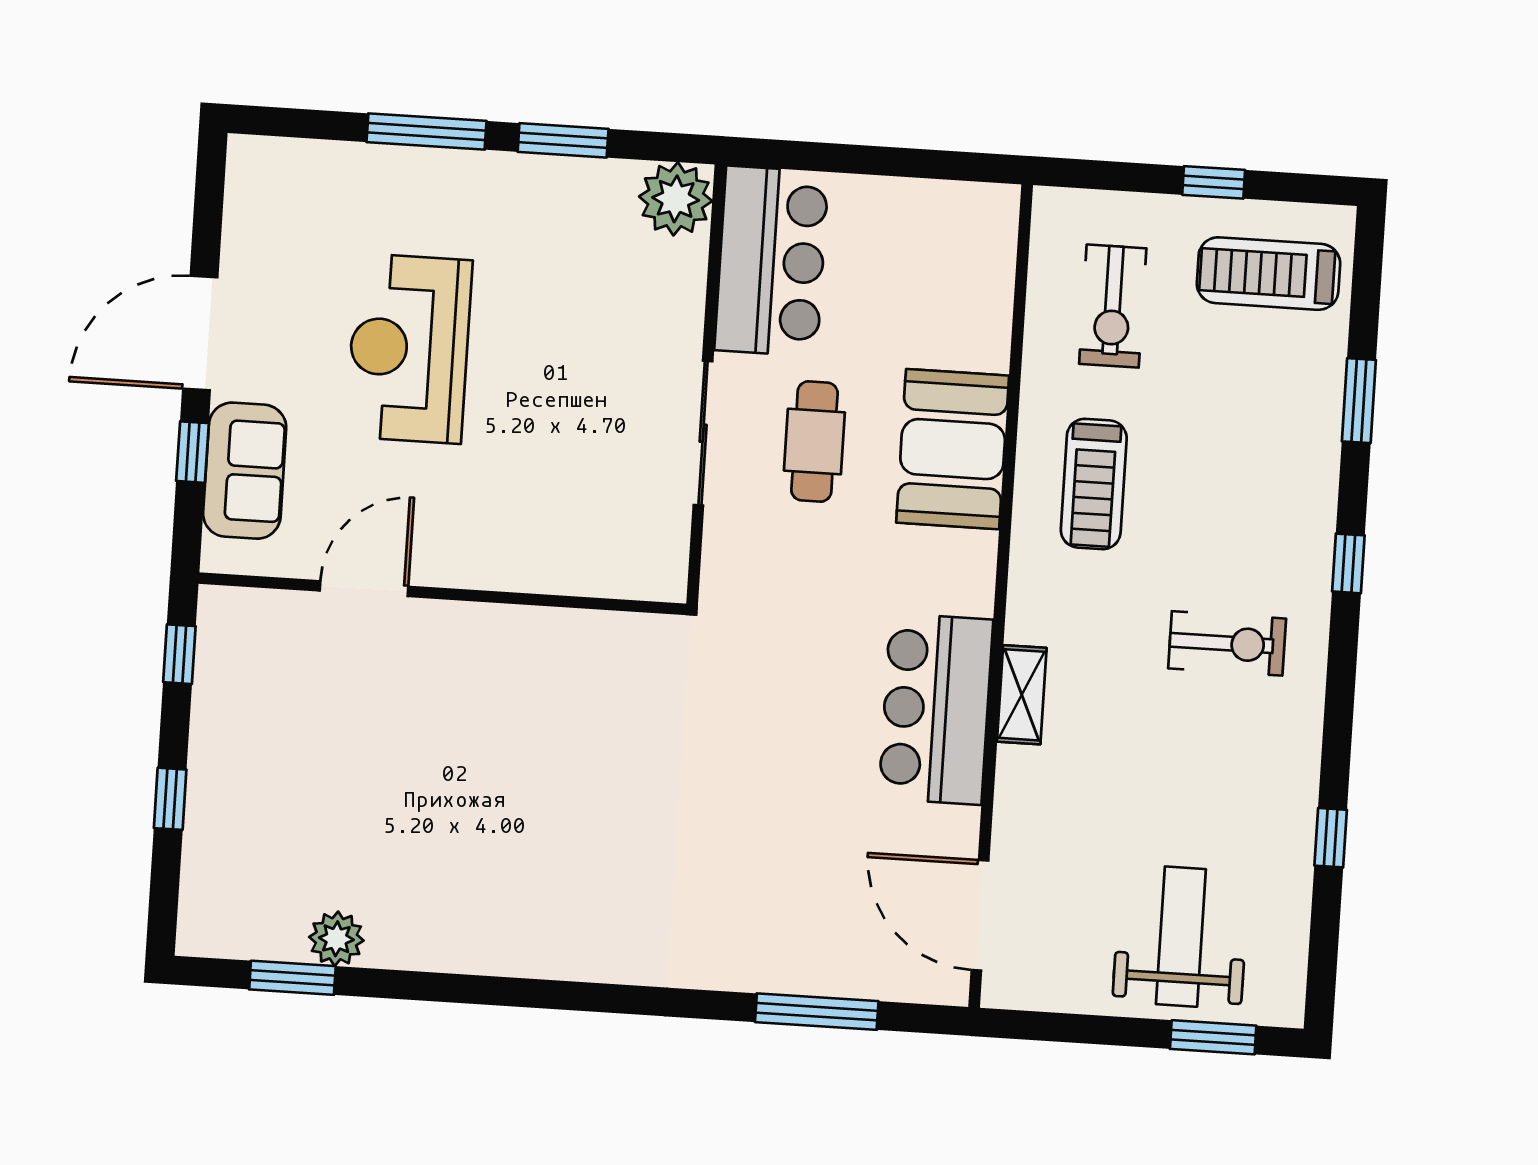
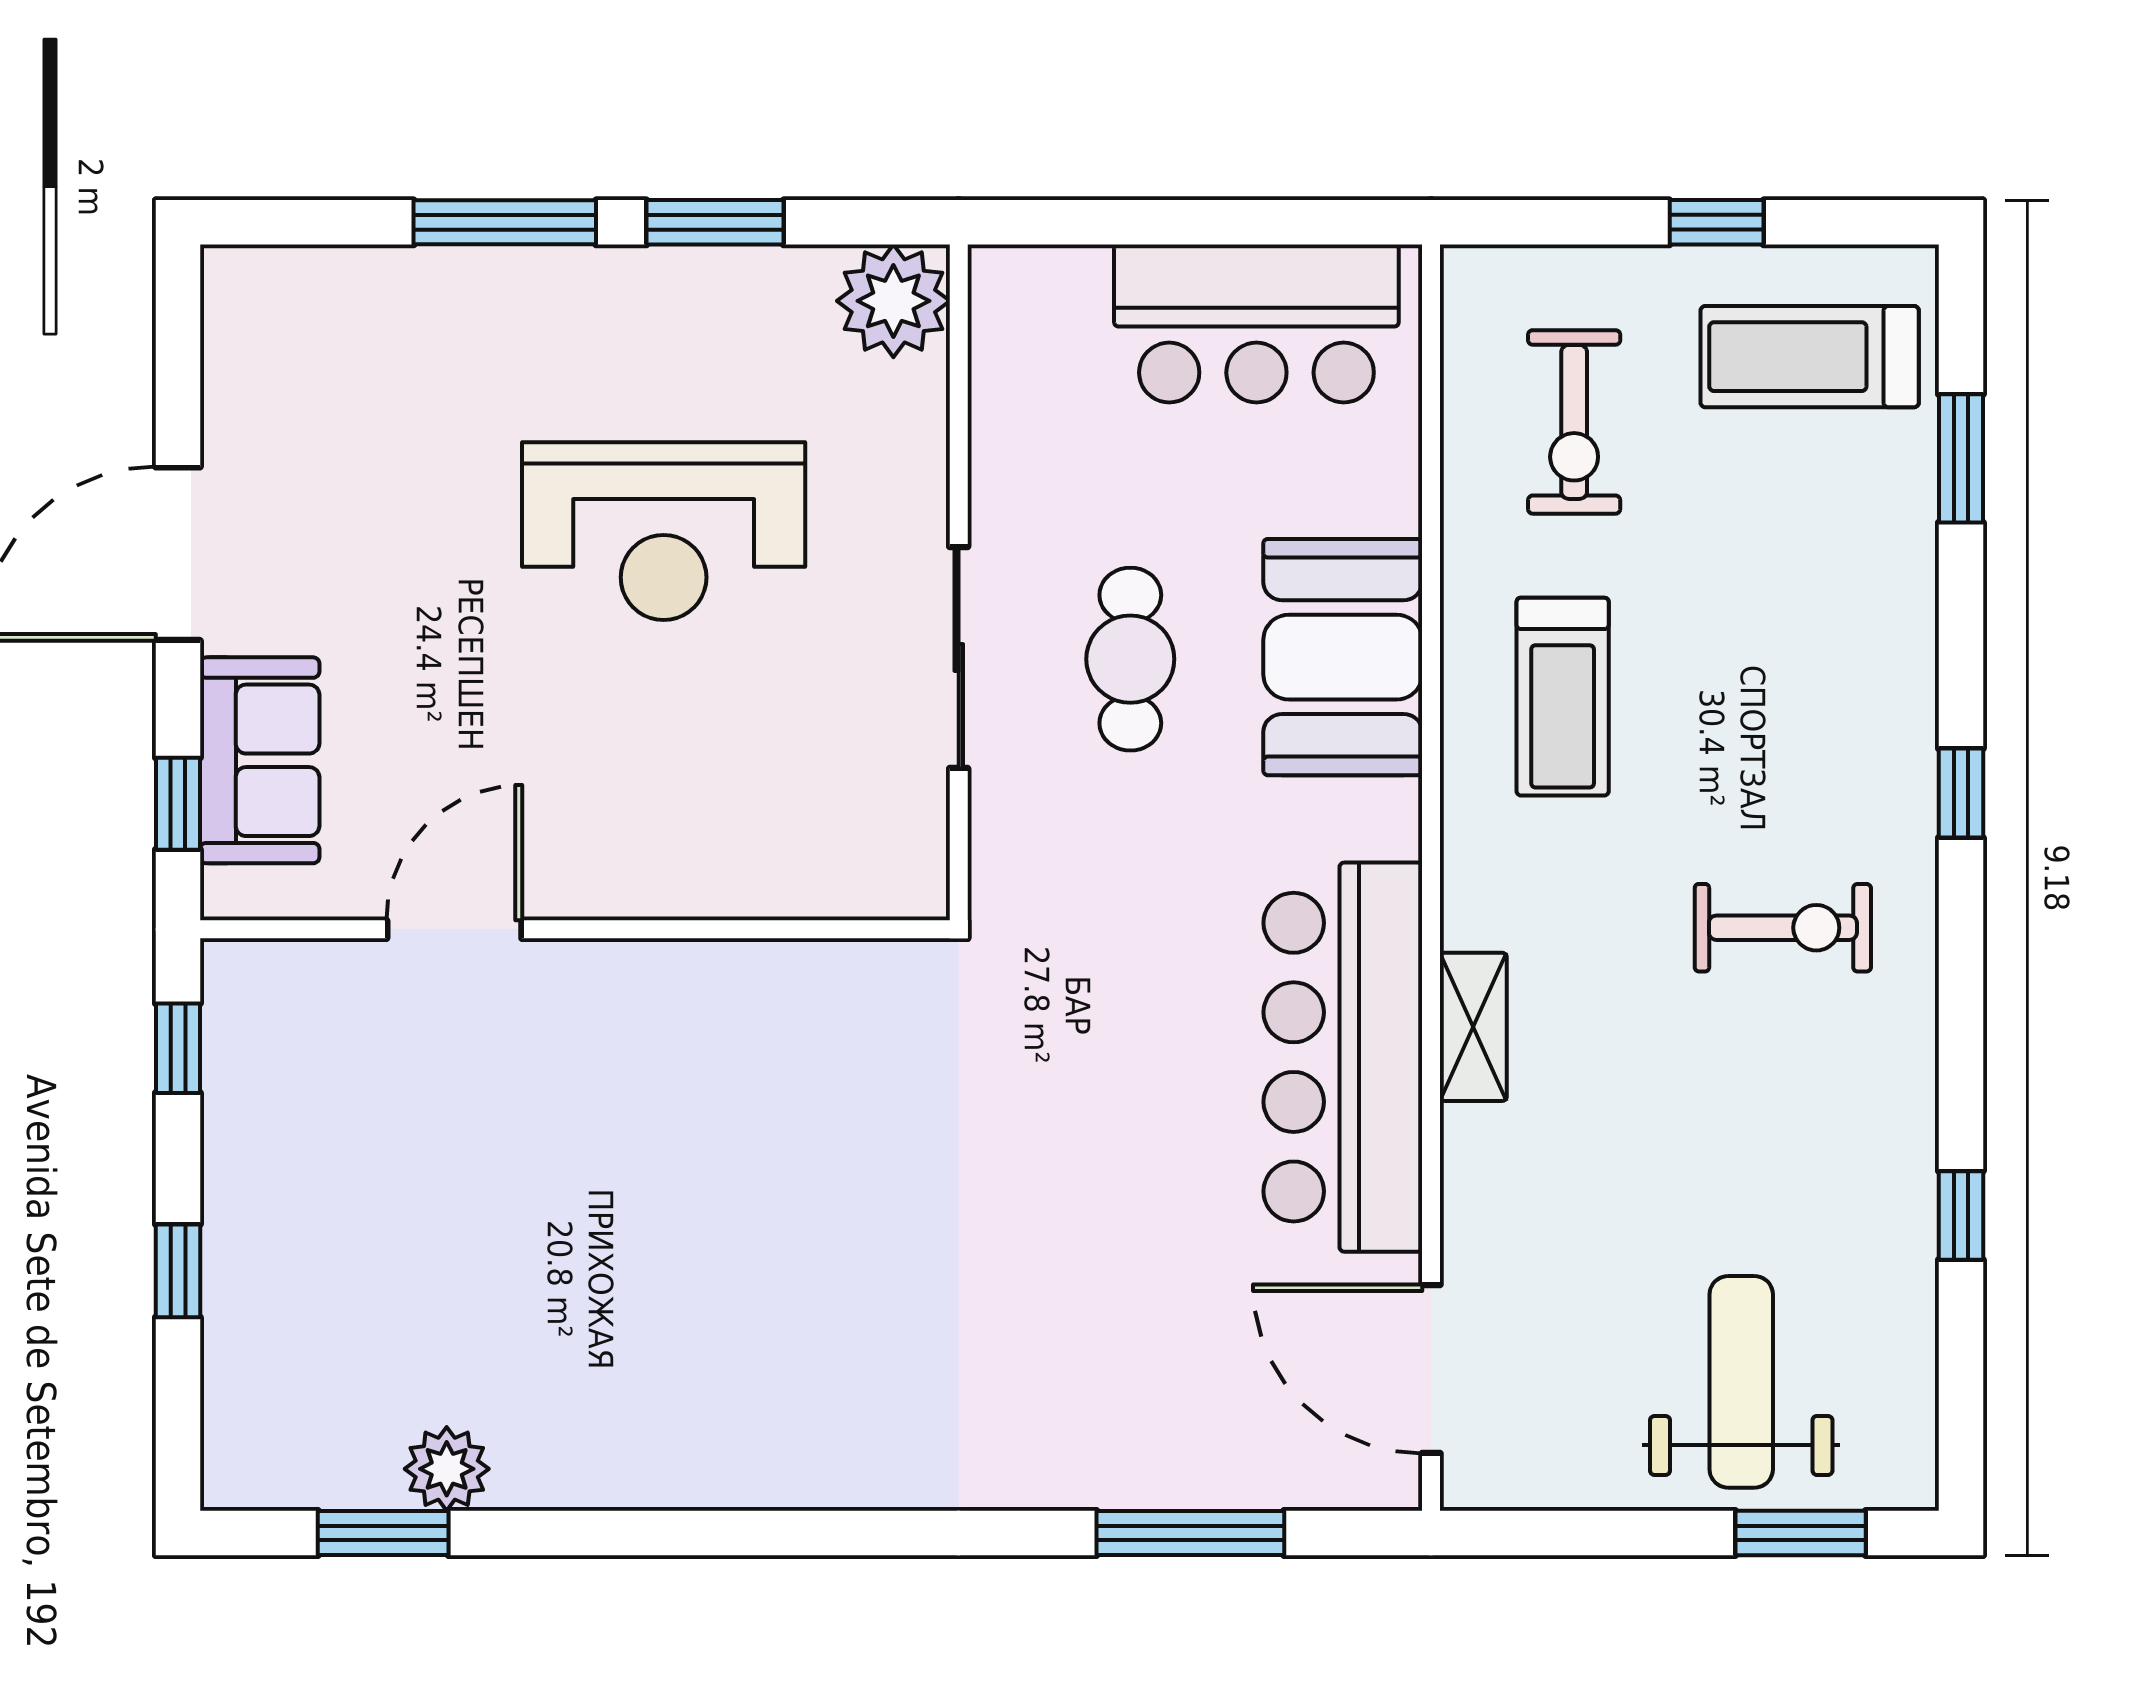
bar counter: (772, 261) -> (1256, 324), moved, turned 90
reception desk: (409, 348) -> (664, 531), moved, turned -90
window: (1359, 401) -> (1961, 458), moved
window: (193, 452) -> (178, 804), moved
bar counter: (936, 709) -> (1343, 1057), width x1.36

